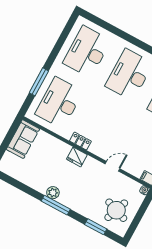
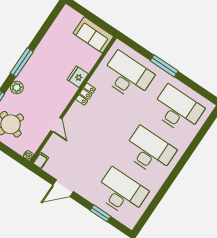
window: (39, 82) -> (164, 66), moved
fridge: (77, 157) -> (78, 77), moved
plant: (53, 193) -> (17, 87), moved

